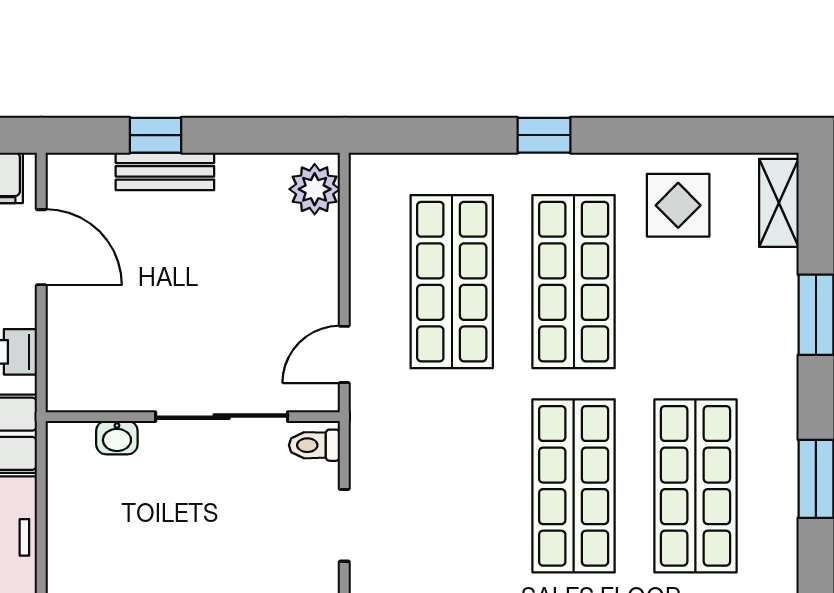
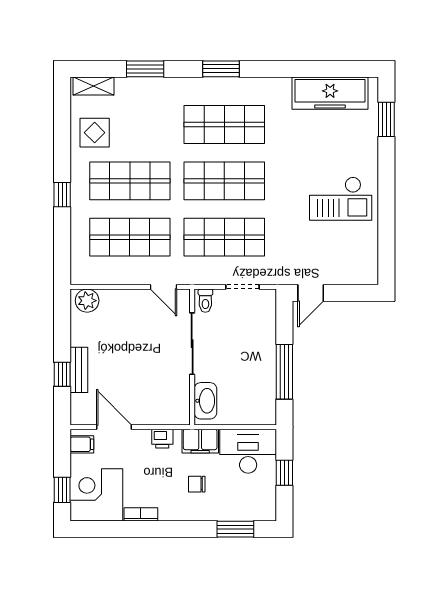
door: (41, 247) -> (114, 427), hinge flipped
washbasin: (117, 438) -> (205, 401), width x1.91, depth x1.45
shop shelf: (452, 486) -> (224, 237), added

